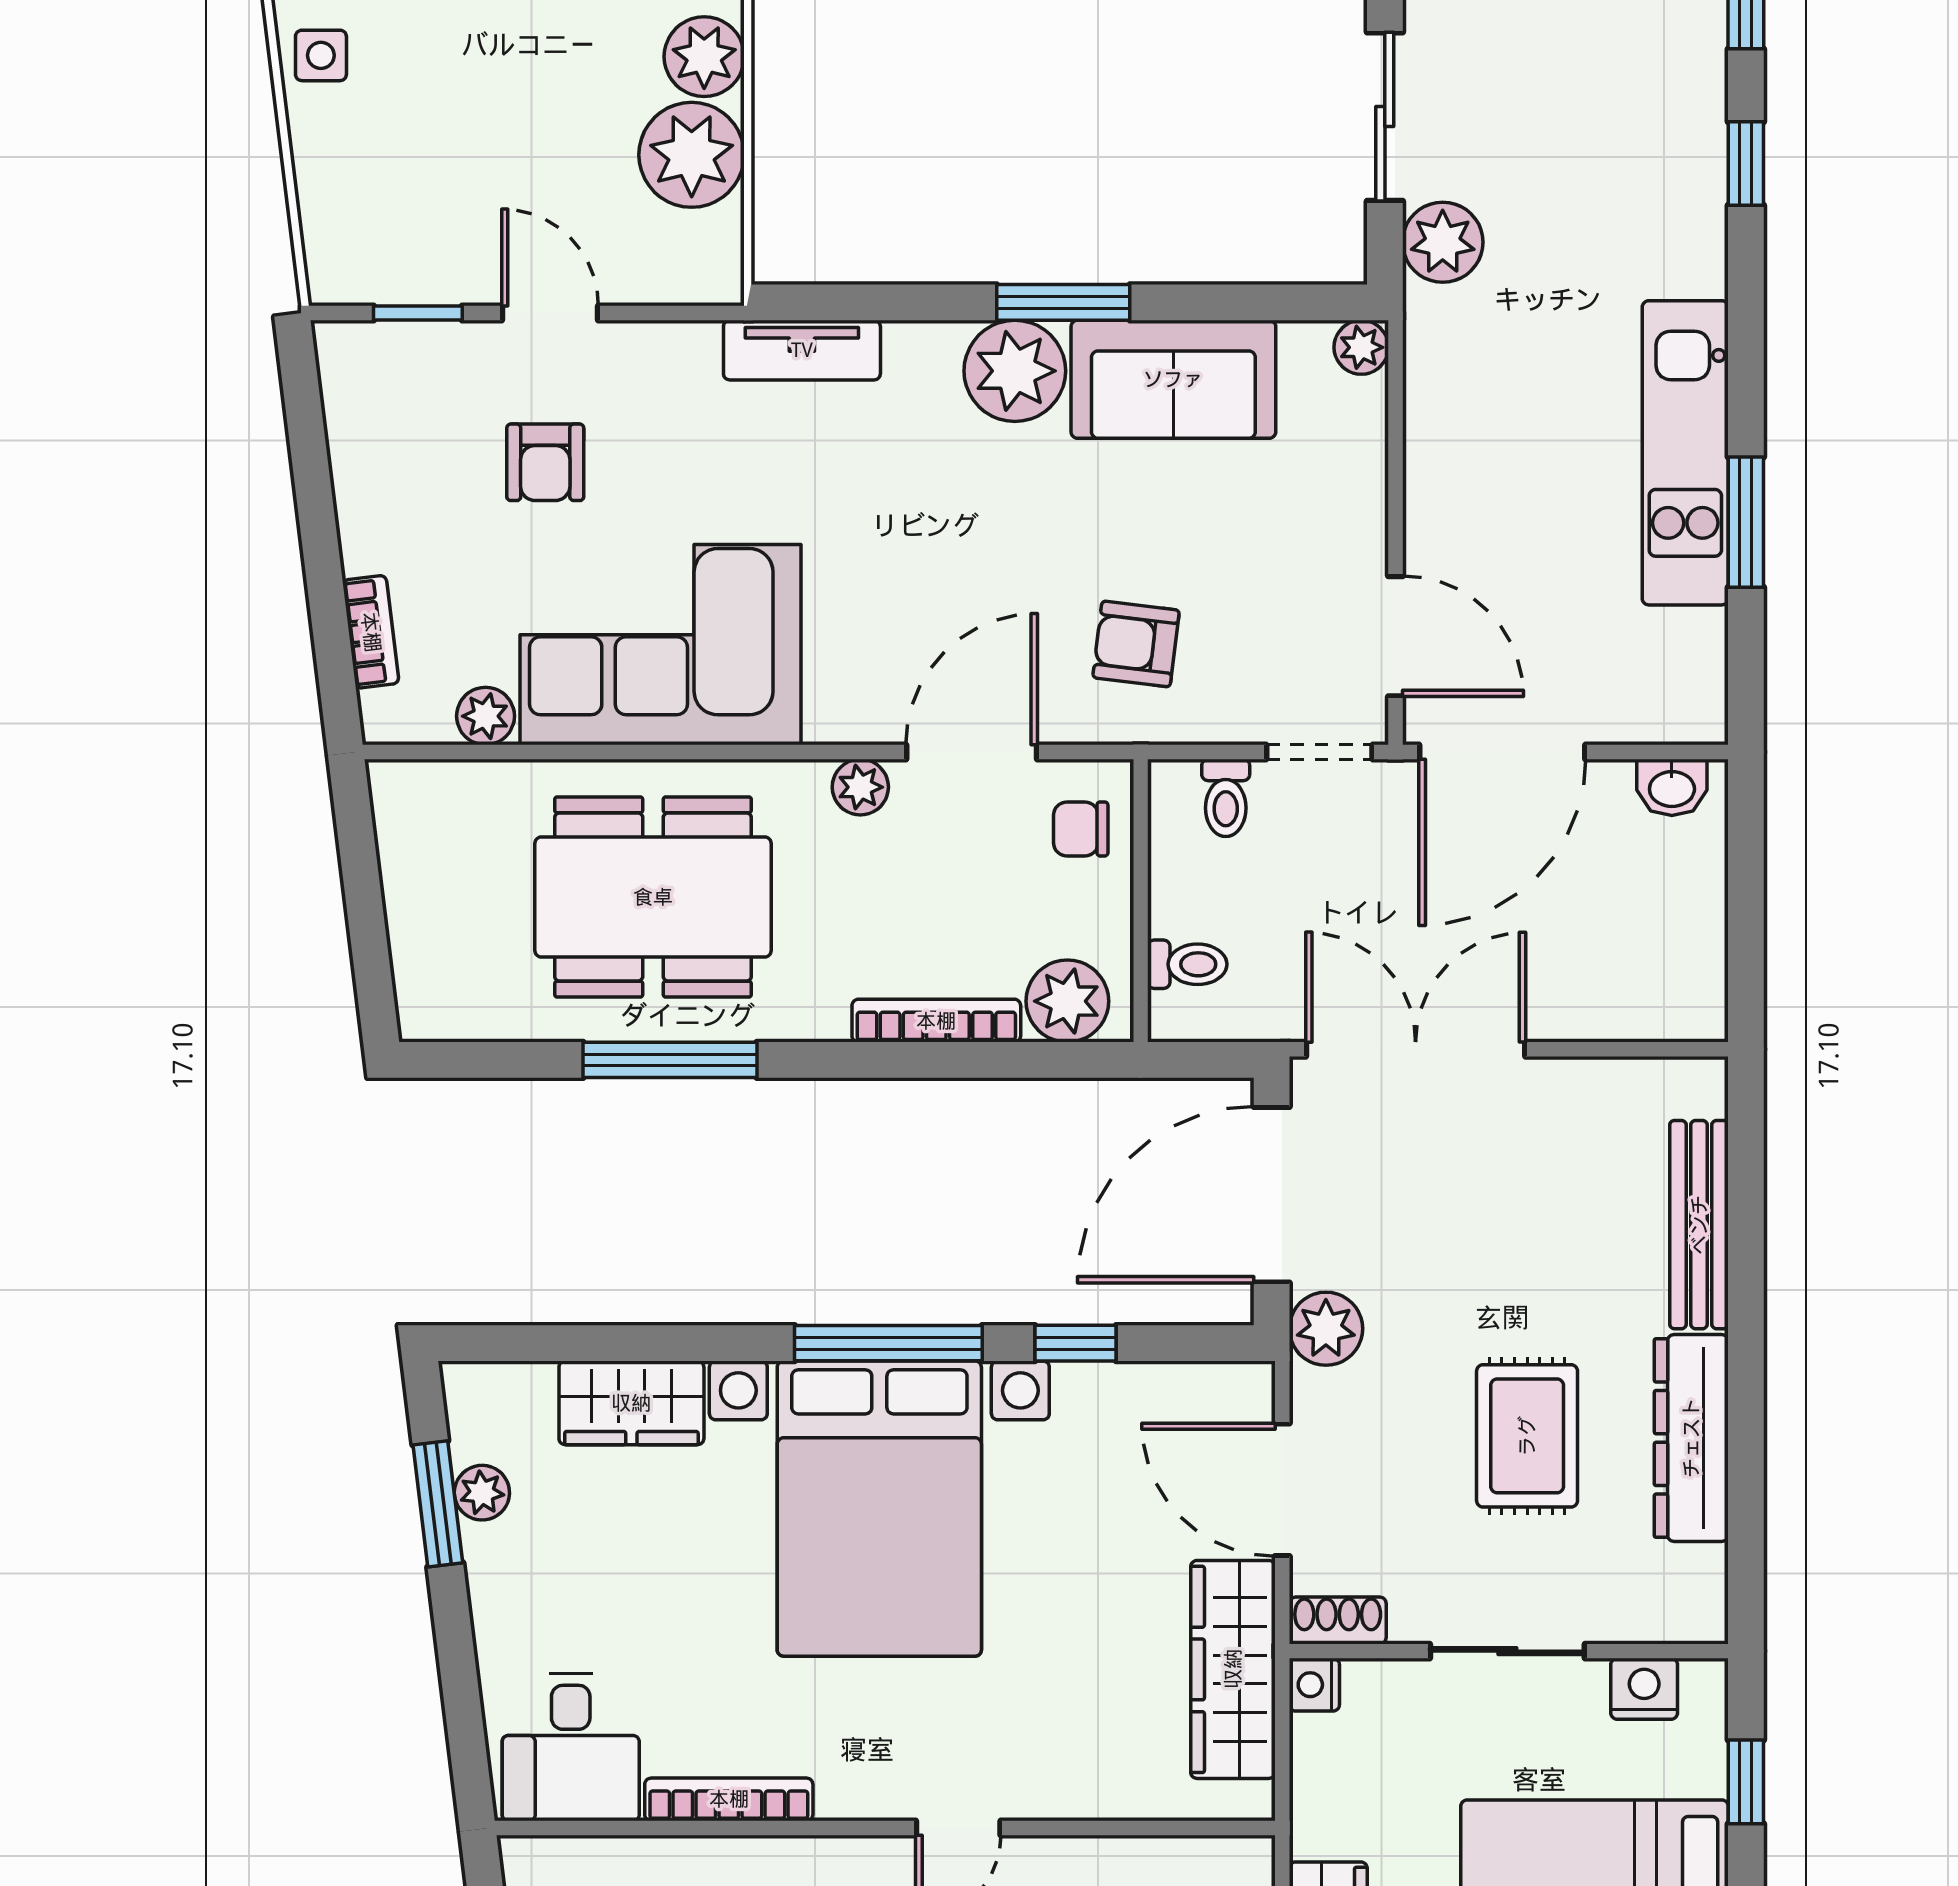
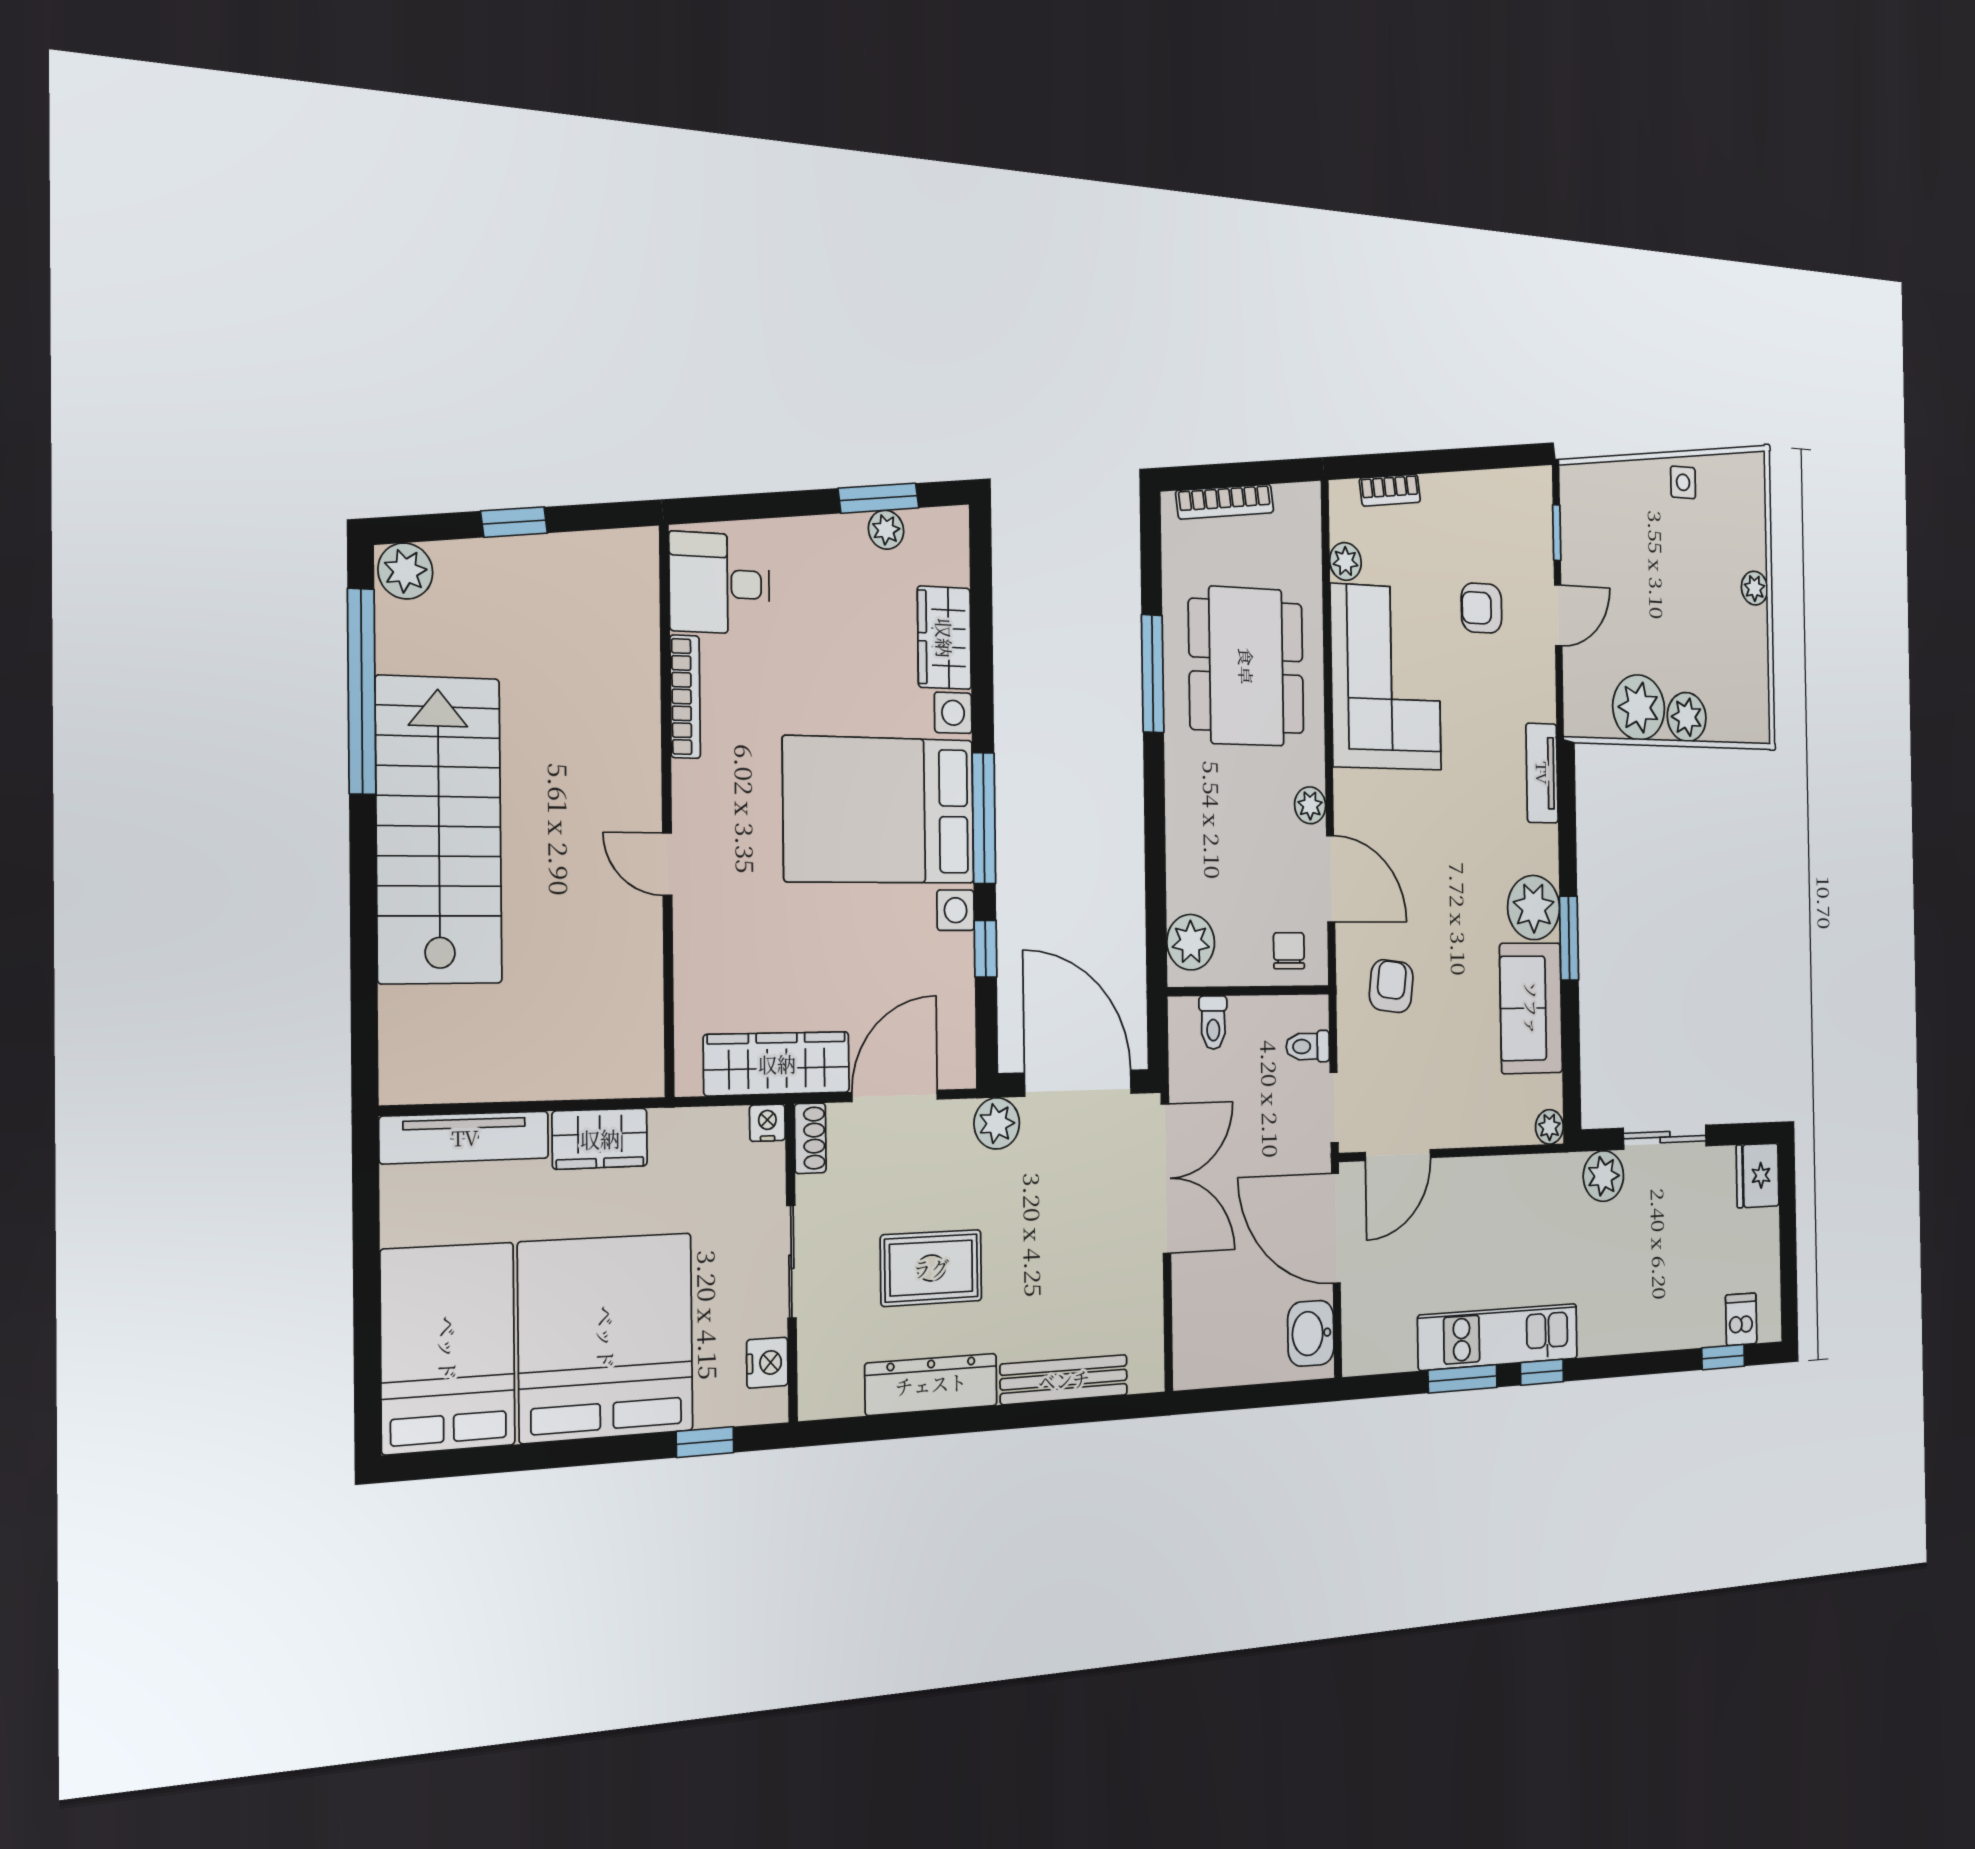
window: (1746, 164) -> (1542, 1372), moved
washbasin: (1672, 787) -> (1311, 1333), width x1.38, depth x1.45
bookcase: (936, 1021) -> (1225, 502), moved, turned 83

